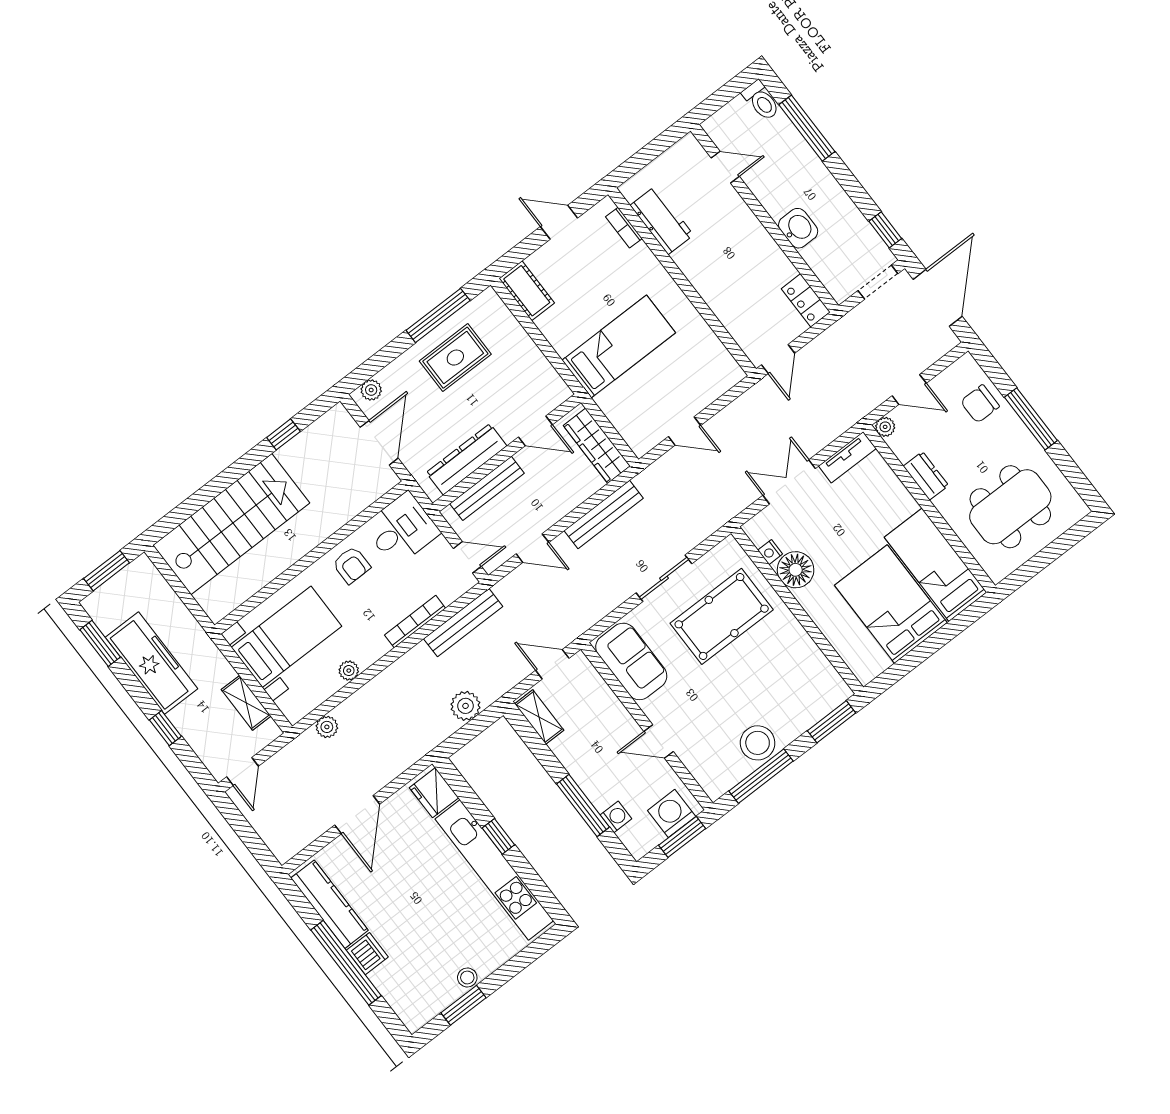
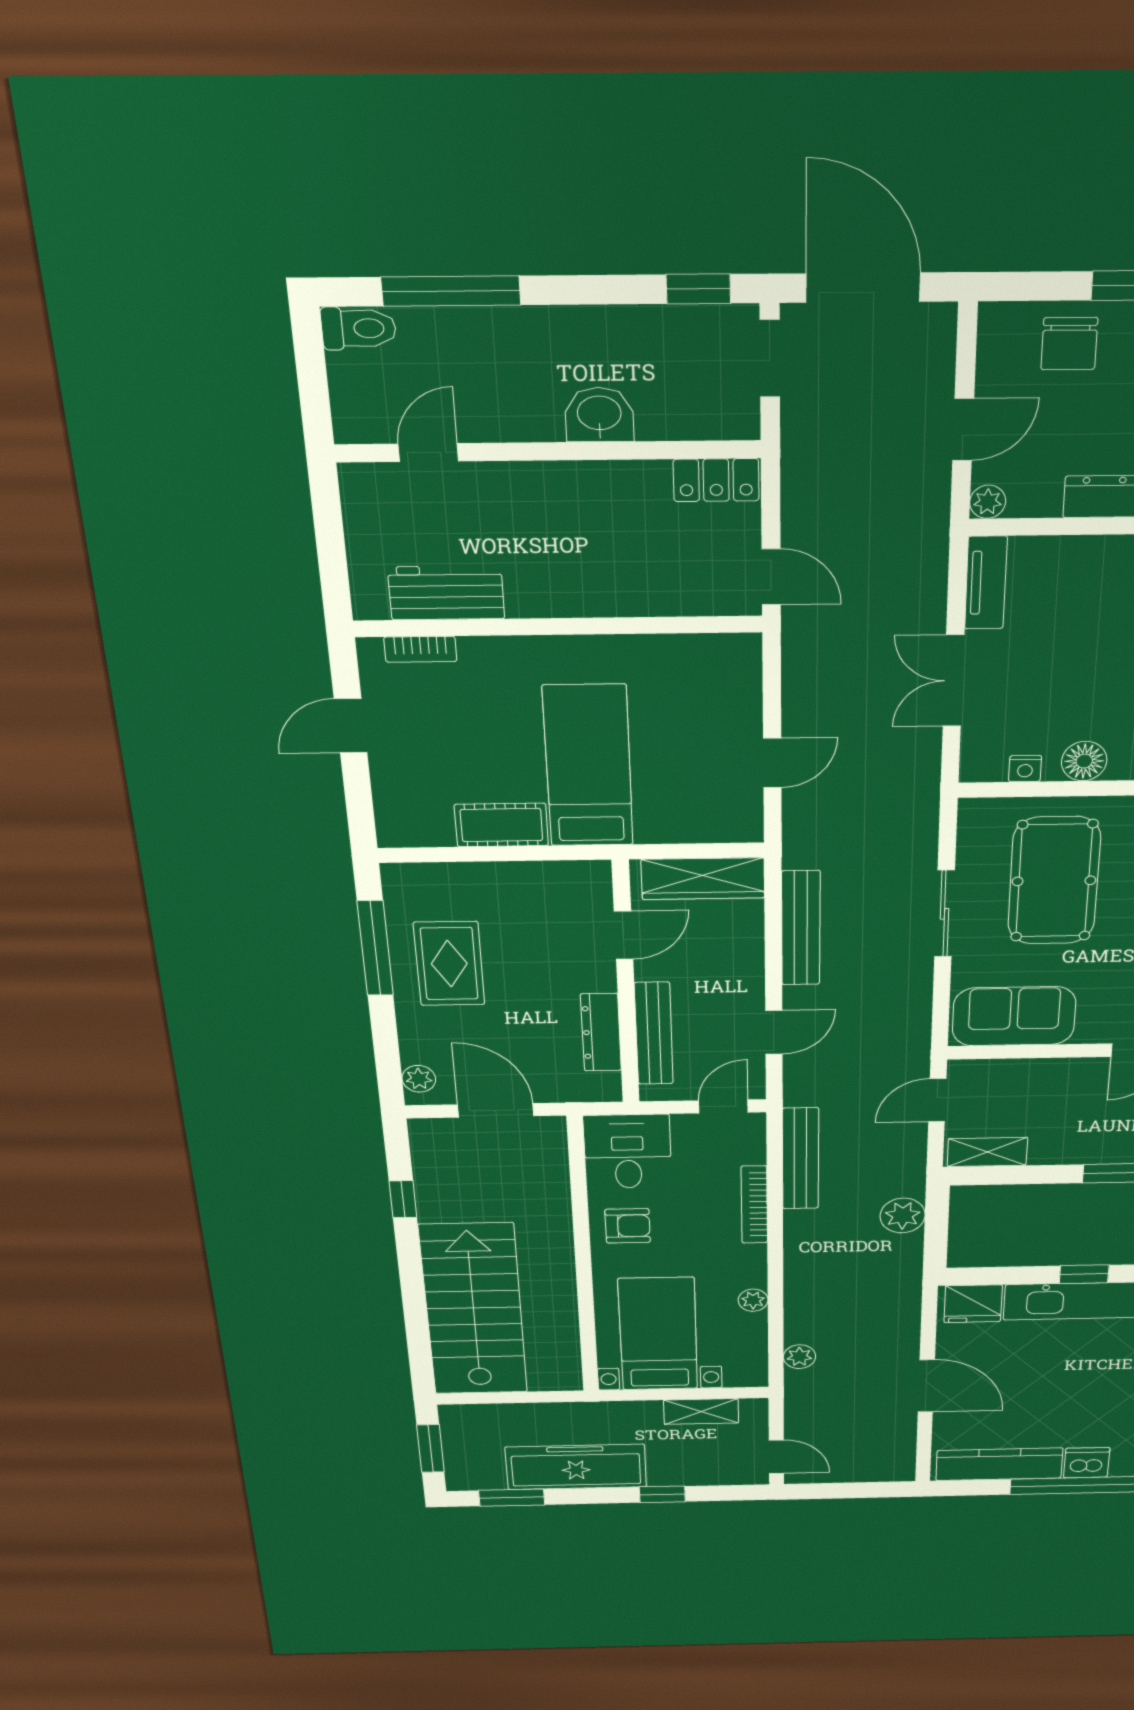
cot: (527, 291) -> (501, 825), moved
dresser: (467, 459) -> (601, 1032), width x0.73, depth x0.80
floor lamp: (796, 570) -> (1084, 761), width x0.73, depth x0.73

